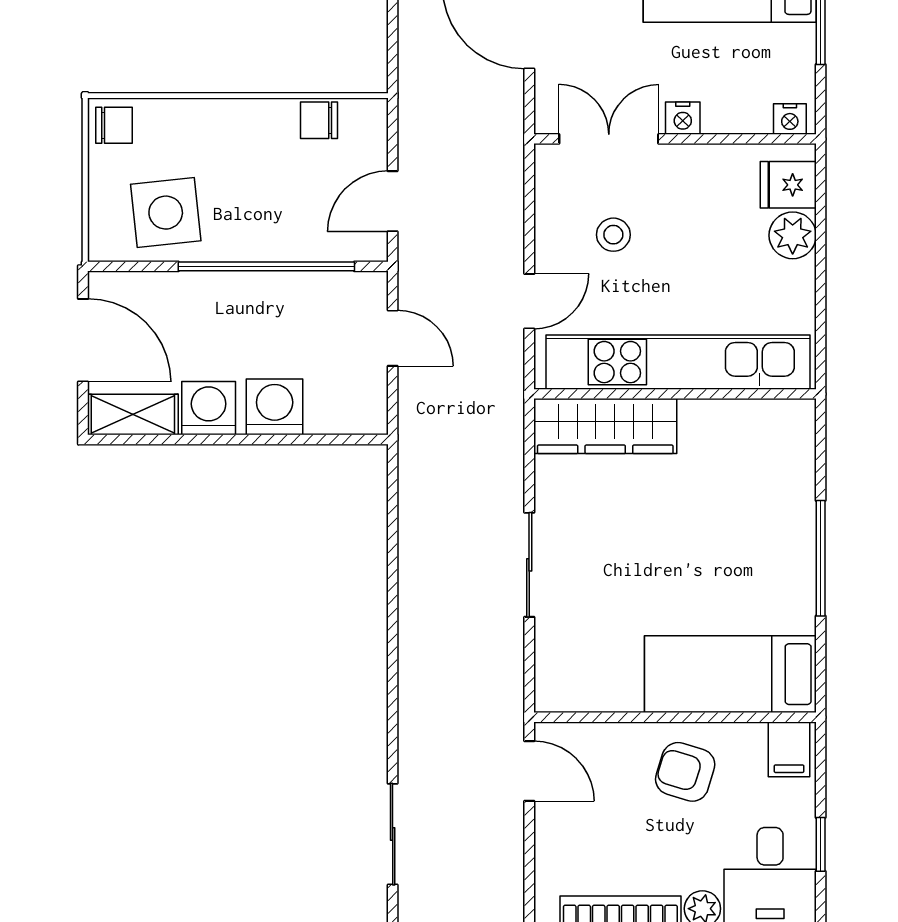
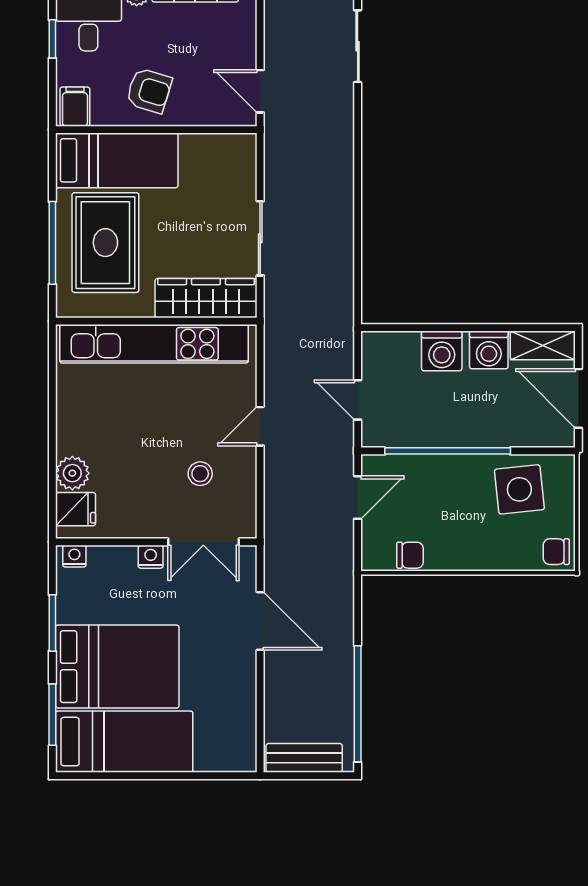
kitchen unit: (678, 362) -> (154, 344), moved
wall: (675, 394) -> (156, 321), moved
wardrobe: (605, 426) -> (206, 298), moved
rug: (746, 559) -> (105, 243), added

